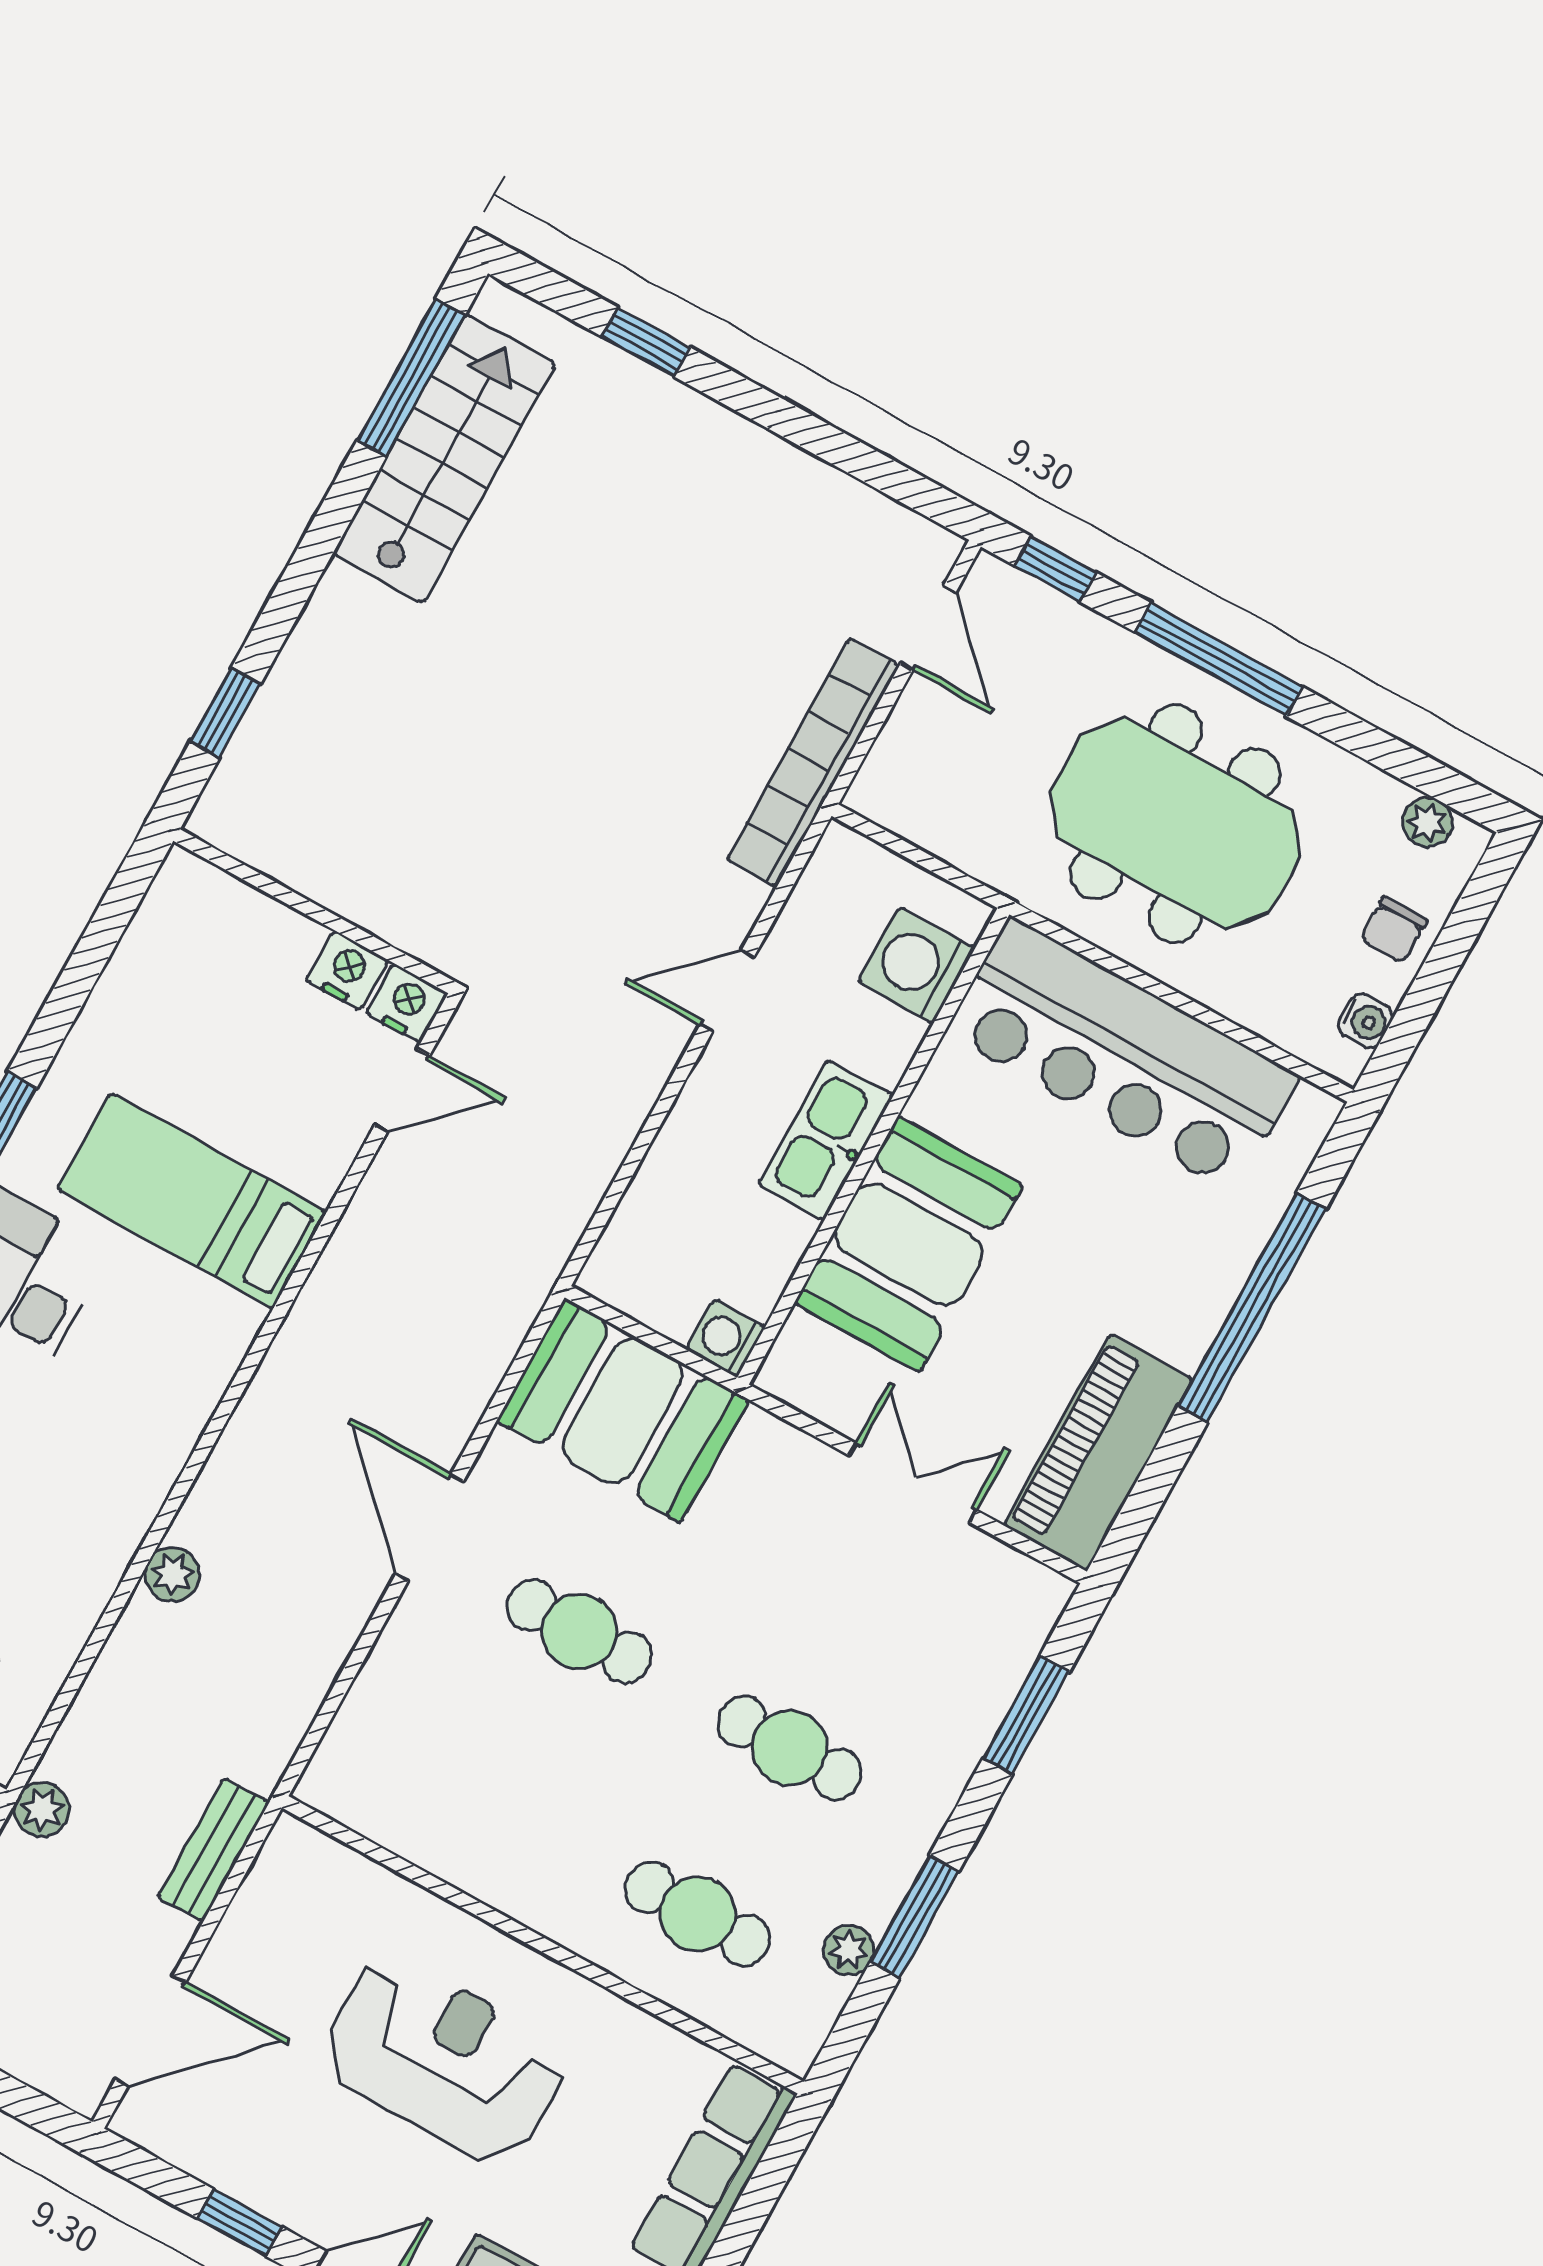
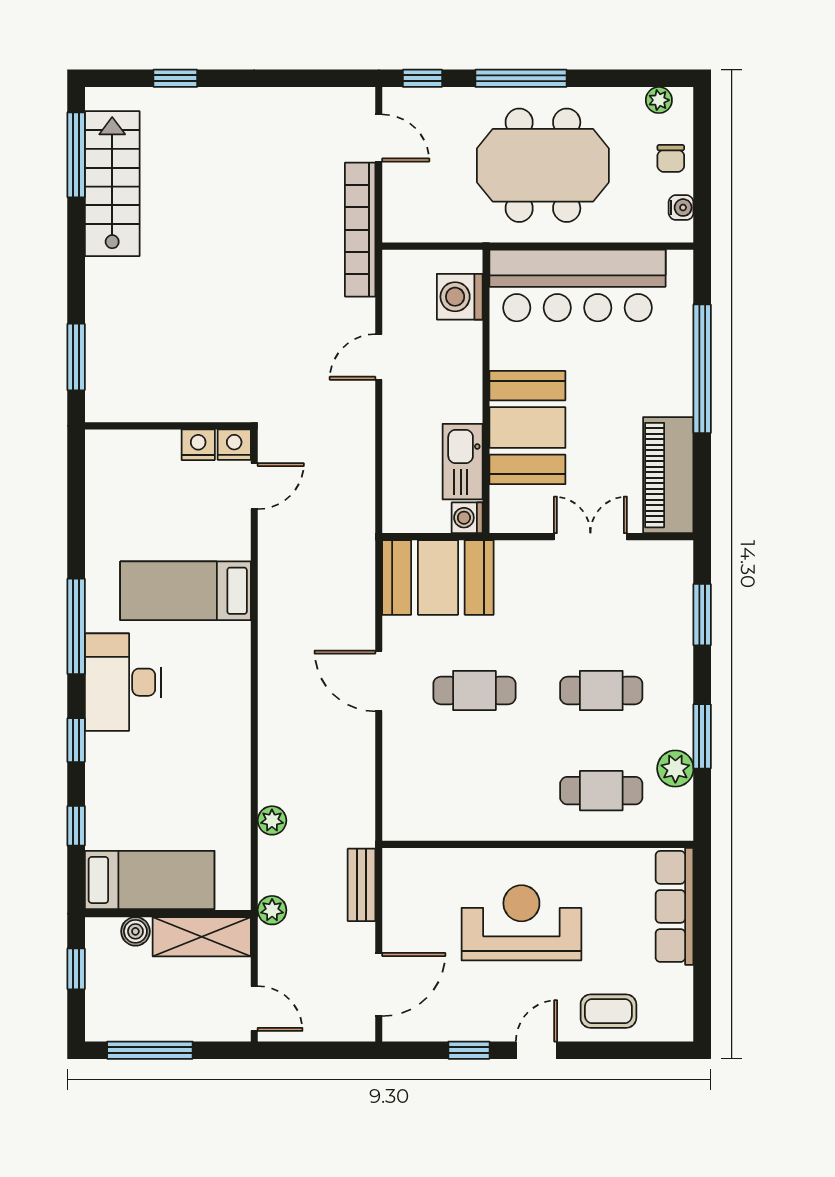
window: (225, 713) -> (76, 357), width x1.50
kitchen sink: (826, 1140) -> (463, 462), moved
plant: (172, 1574) -> (272, 820), moved
plant: (849, 1950) -> (675, 769), width x1.38, depth x1.38

